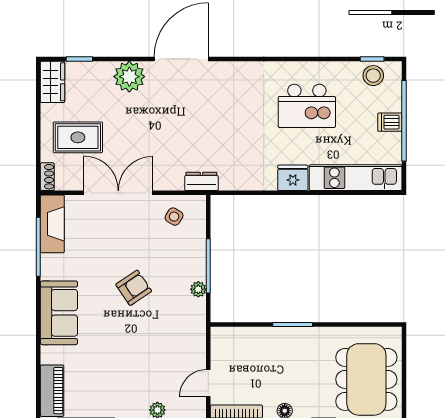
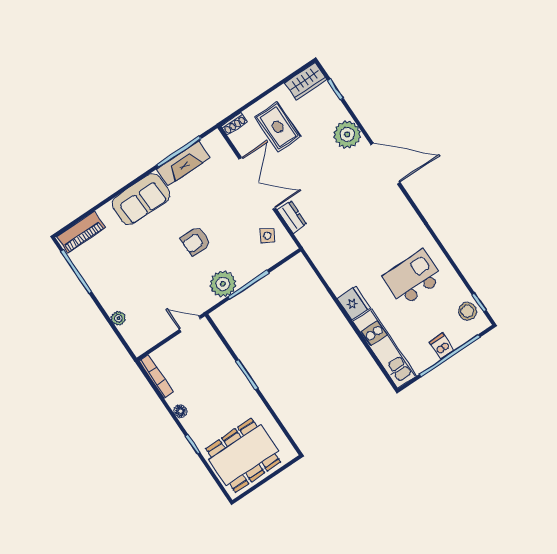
kitchen island: (307, 106) -> (413, 278), turned 90
dresser: (201, 181) -> (292, 217), moved
fireplace: (52, 224) -> (183, 164), moved
armchair: (134, 288) -> (196, 241), turned 124
plant: (198, 289) -> (223, 284), width x1.87, depth x1.87
door: (208, 383) -> (190, 324), moved

